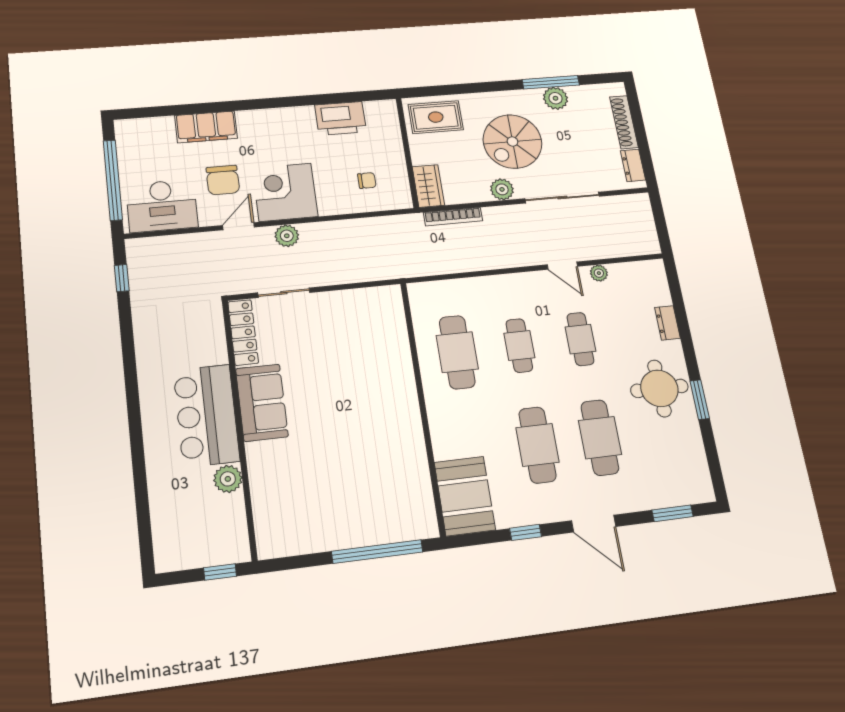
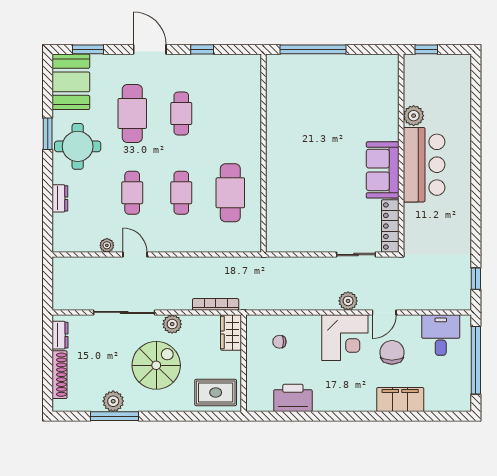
desk: (162, 206) -> (441, 335), width x0.73
cafe table: (537, 445) -> (181, 114), width x0.73, depth x0.74
booth: (465, 496) -> (71, 82), moved

